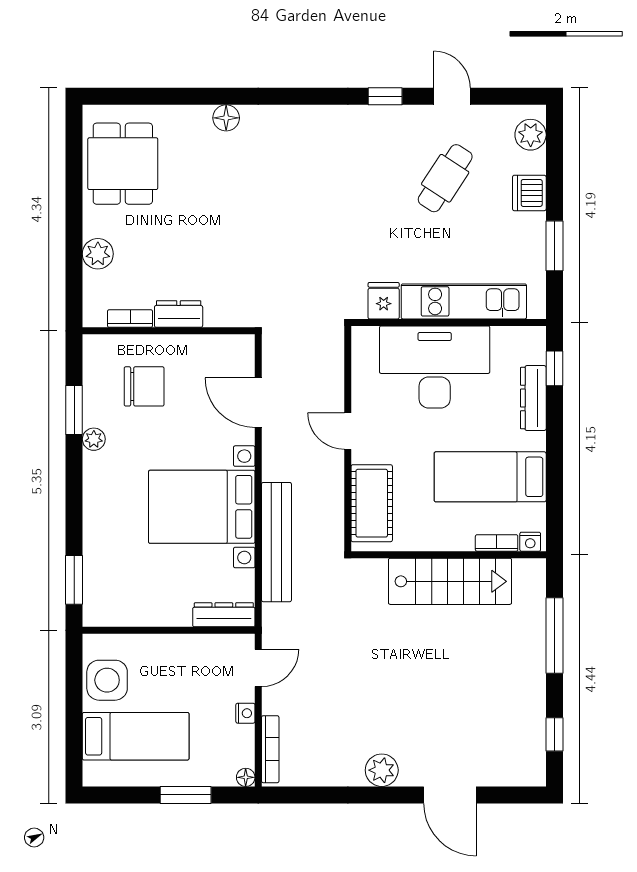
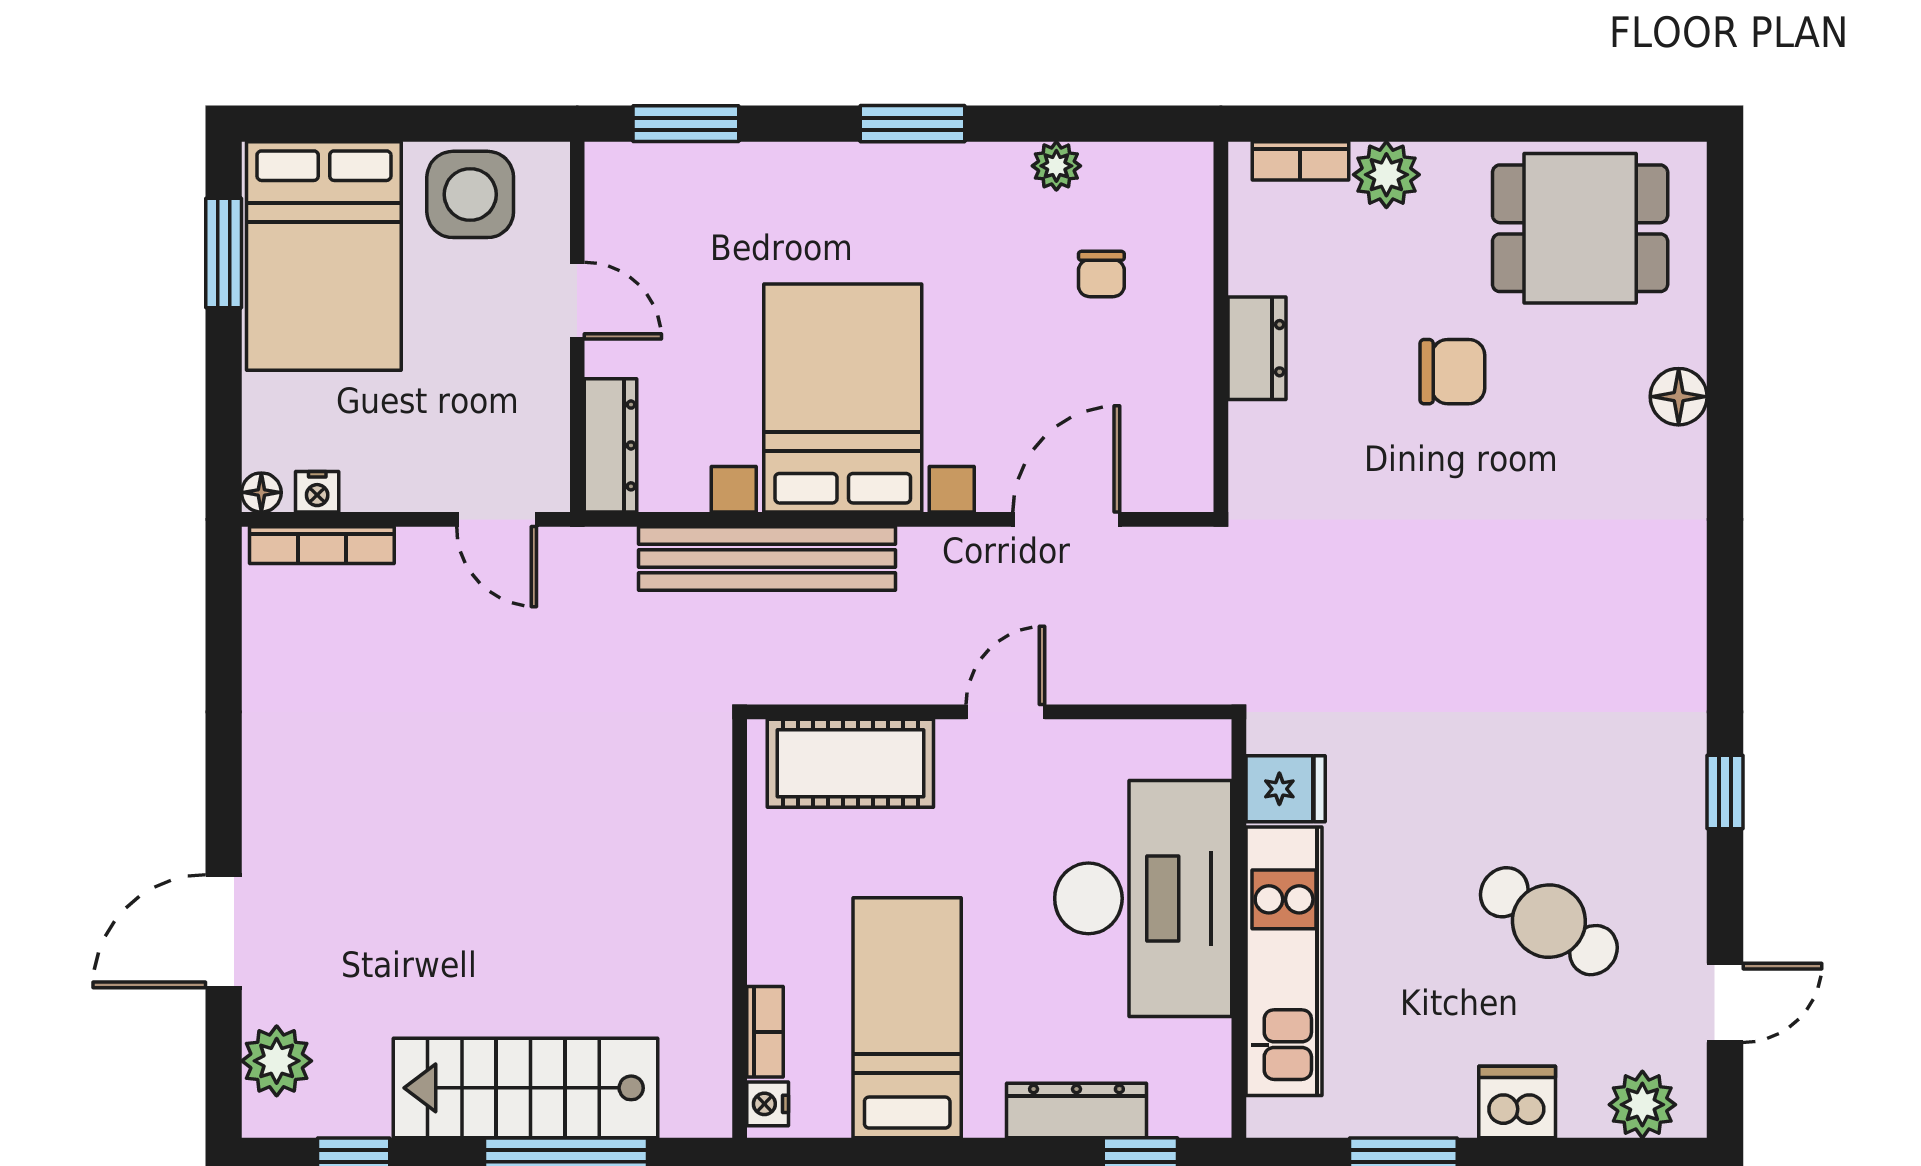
door: (452, 96) -> (1725, 1003), moved
floor lamp: (226, 118) -> (1679, 397), moved
chair: (189, 223) -> (1452, 372), added
bookcase: (130, 319) -> (1300, 161), moved, turned 90
chair: (144, 386) -> (1101, 274), width x0.54, depth x0.54
window: (74, 410) -> (913, 124), moved
plant: (94, 439) -> (1056, 166), moved
stairs: (450, 581) -> (525, 1088), moved, turned 90
door: (156, 630) -> (577, 301), added
nightstand: (245, 713) -> (317, 492), moved
bed: (136, 736) -> (324, 256), width x1.50
plant: (382, 770) -> (277, 1061), moved
window: (186, 795) -> (224, 253), moved

